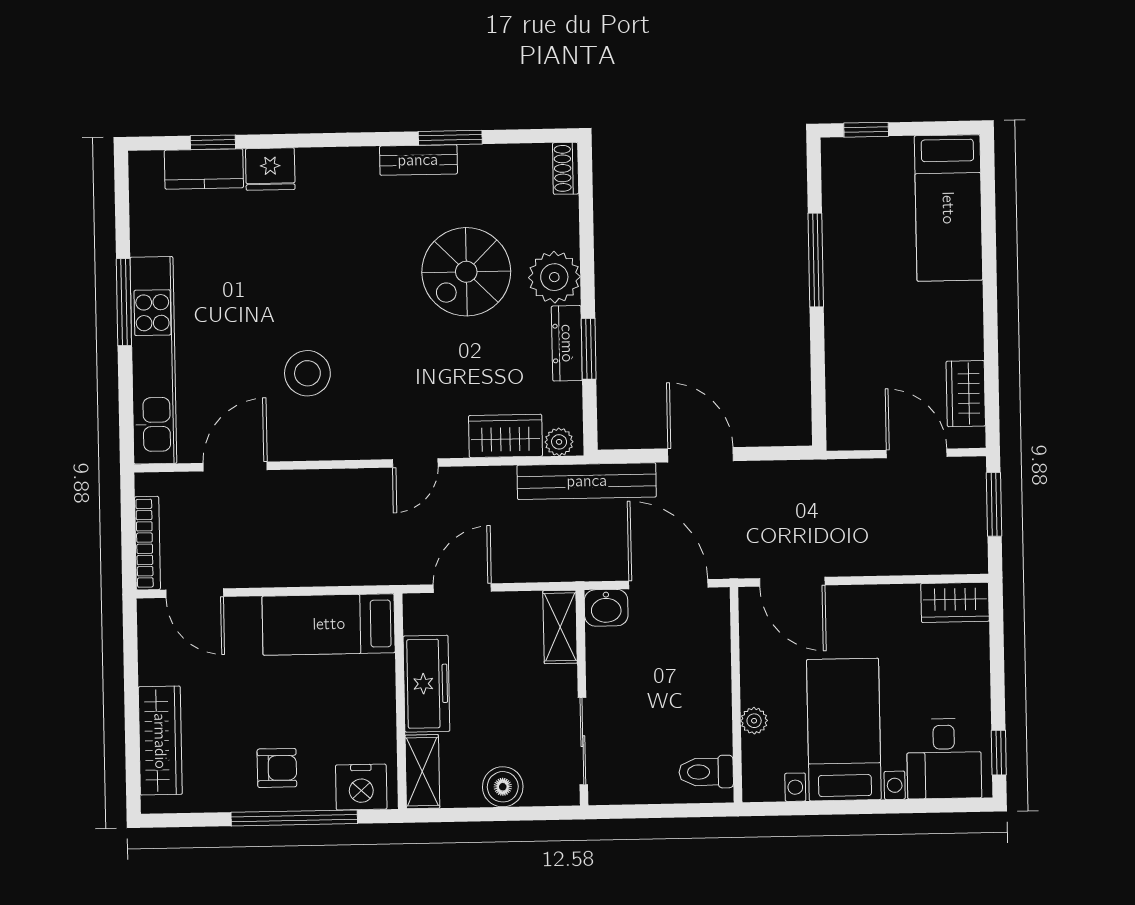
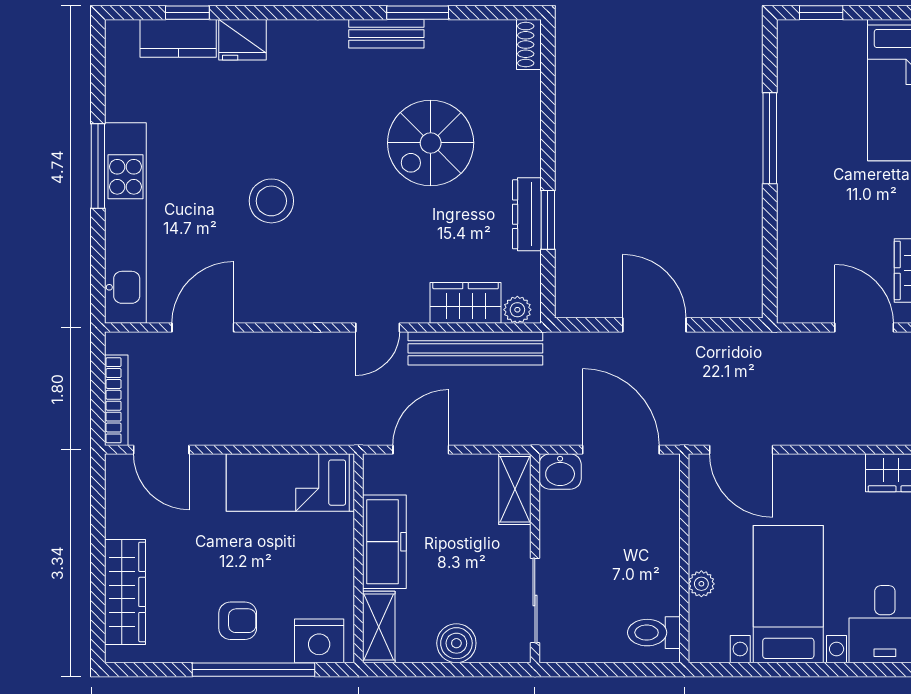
plant: (554, 277) -> (516, 150), removed
stool: (307, 373) -> (271, 201), moved
bench: (587, 481) -> (475, 348), moved

